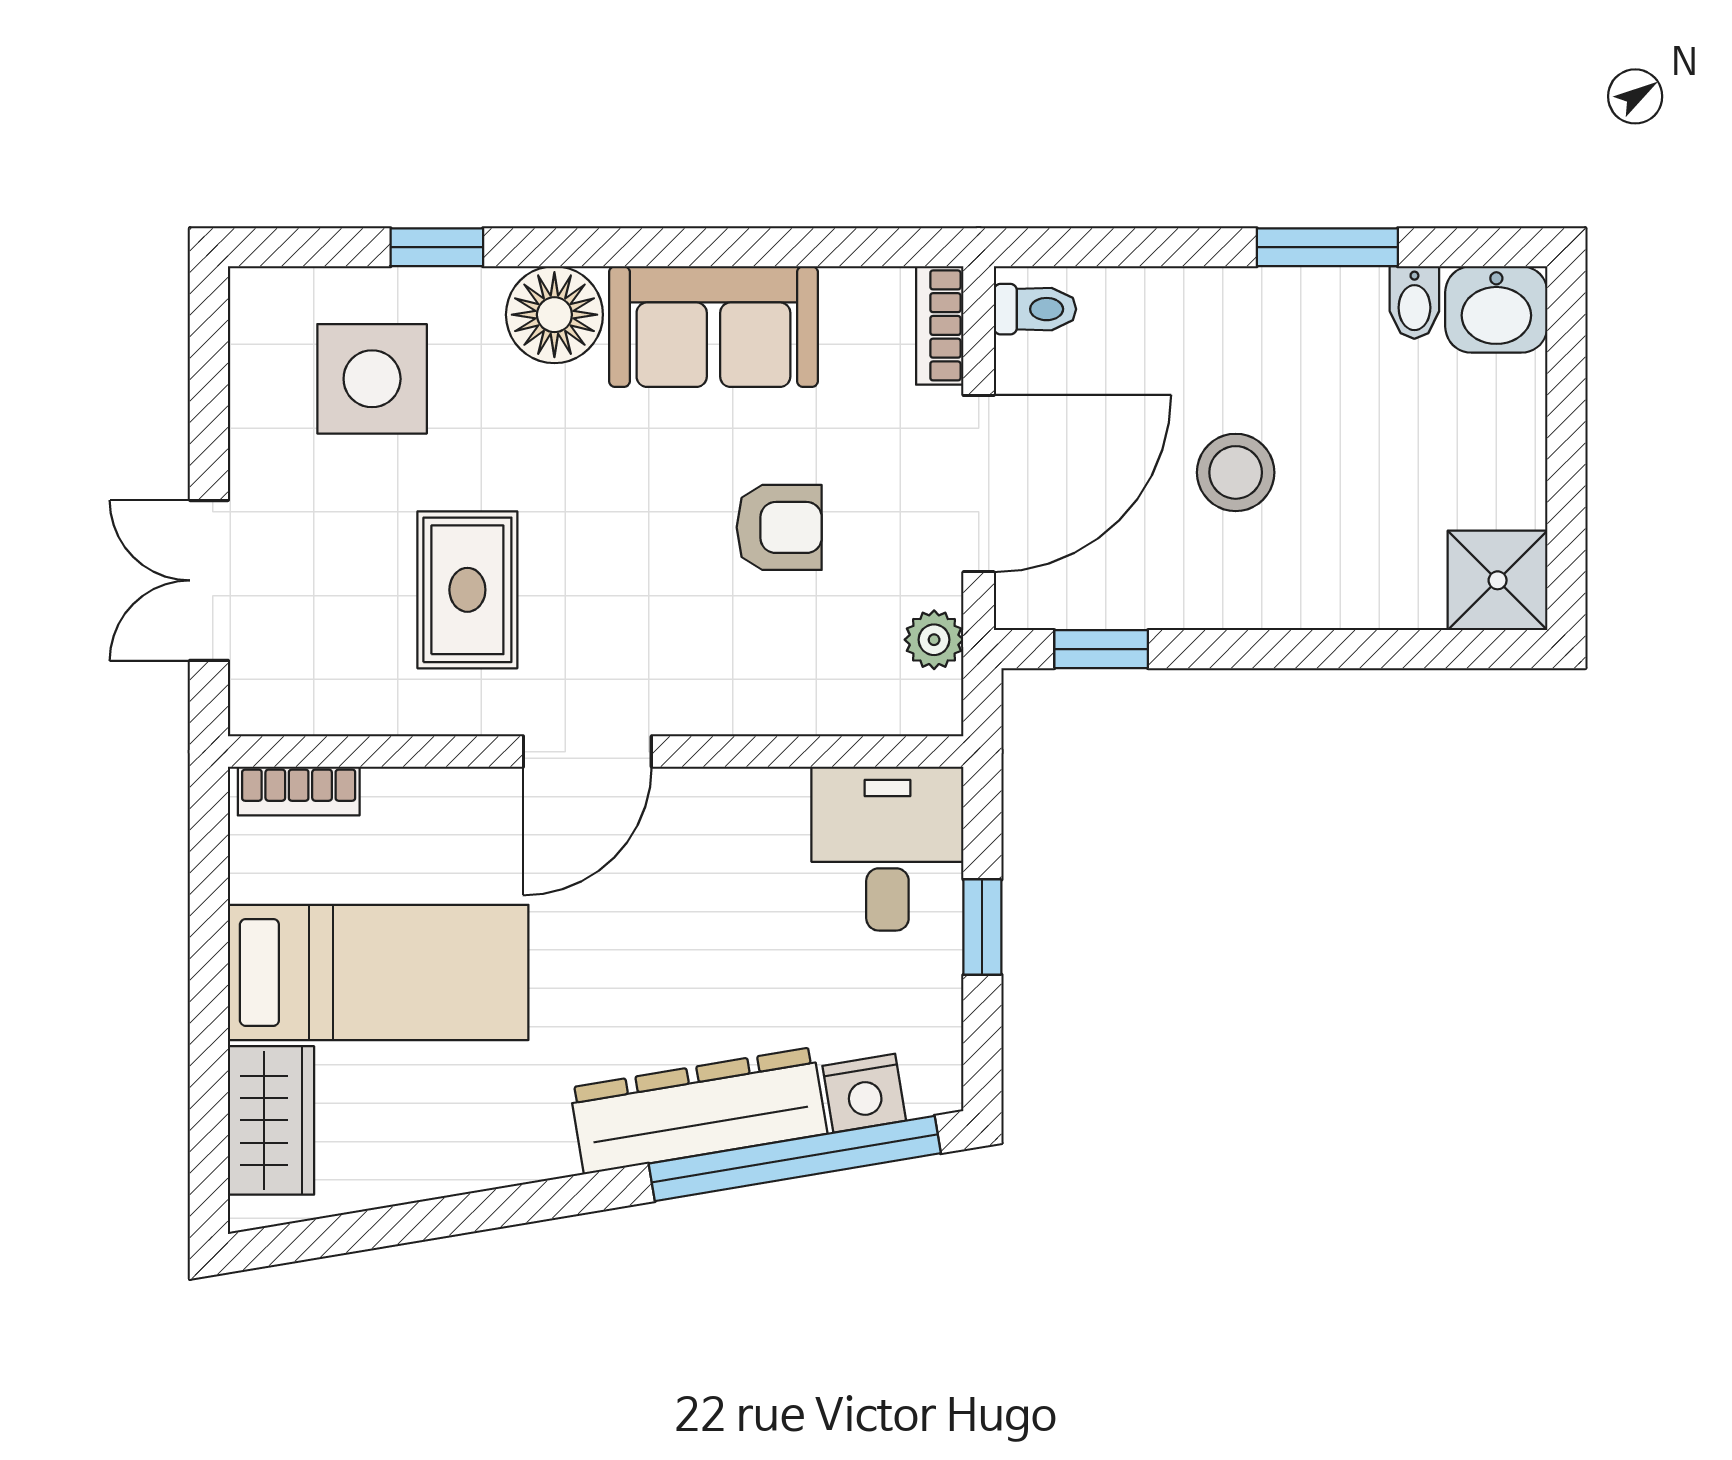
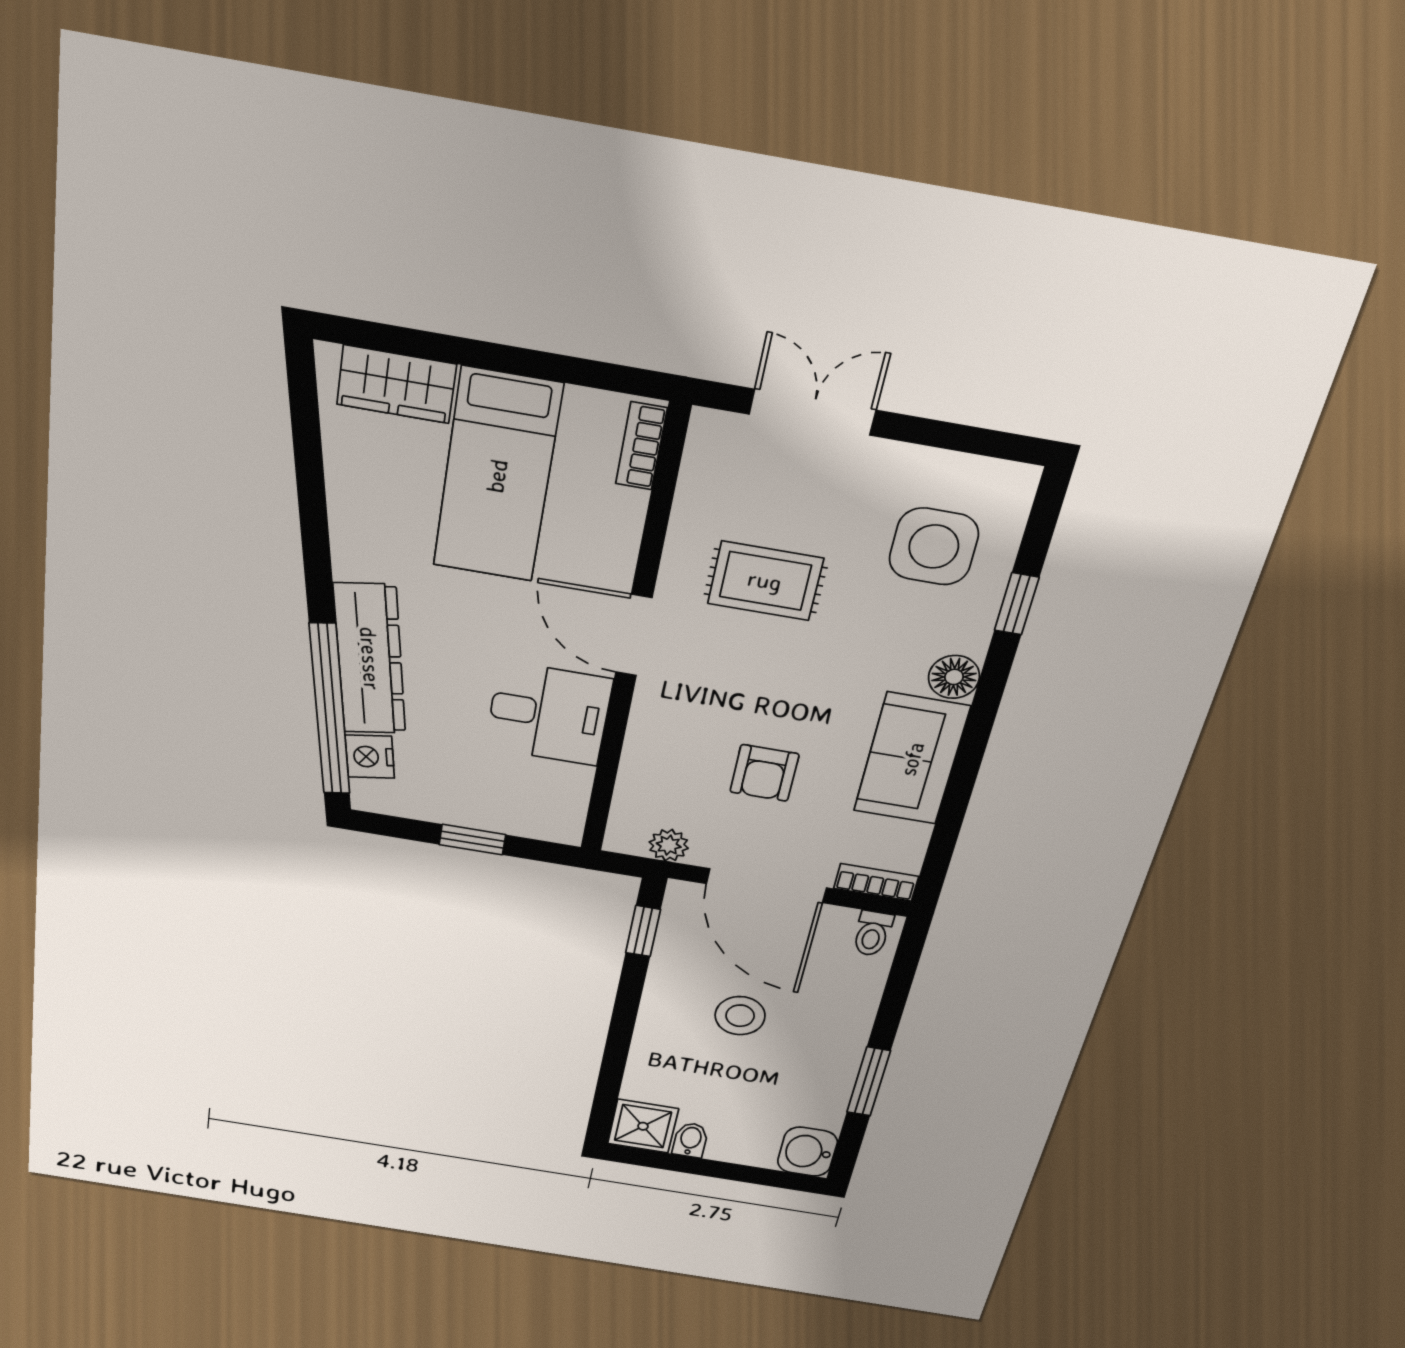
bidet: (1414, 303) -> (690, 1140), moved, turned 90
floor lamp: (554, 315) -> (954, 677), width x0.73, depth x0.73
desk: (887, 849) -> (549, 714), moved

